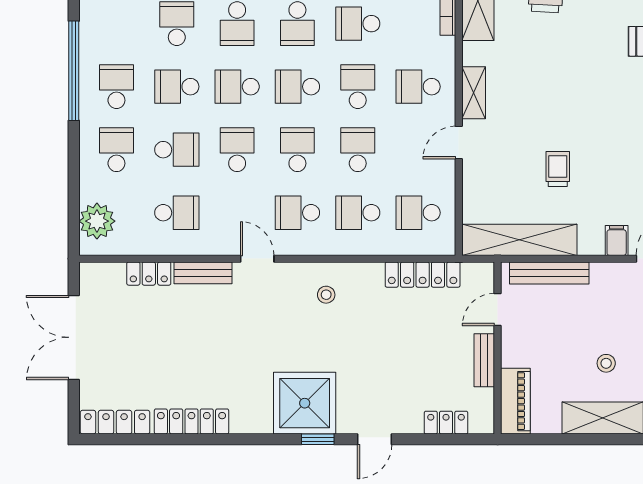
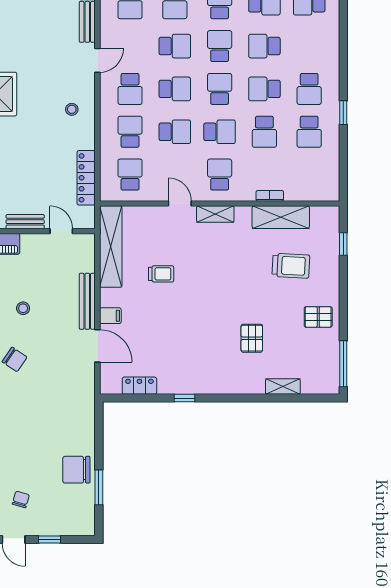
school desk: (358, 24) -> (264, 132), turned 180
school desk: (297, 213) -> (130, 89), turned 180
bench: (549, 273) -> (87, 301), moved

